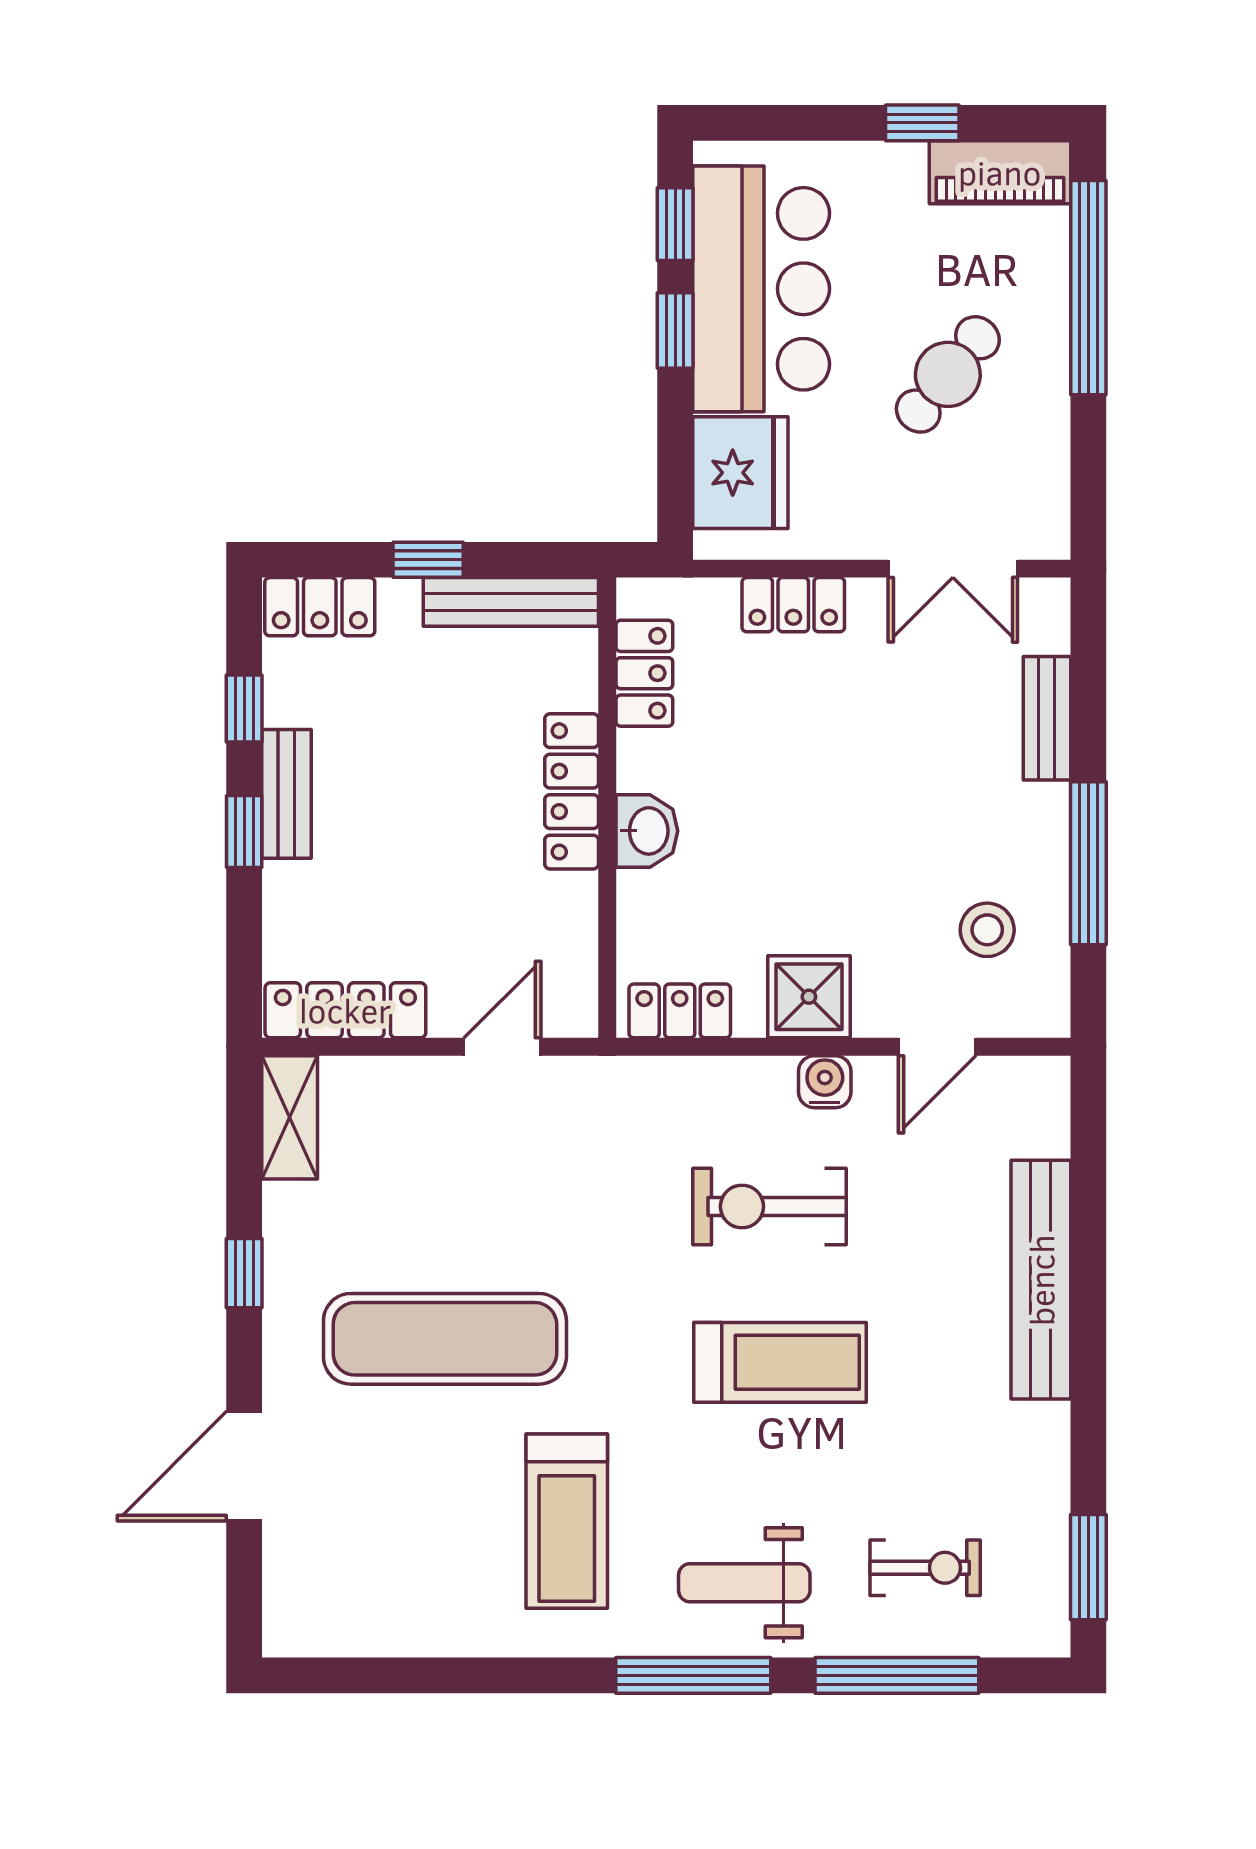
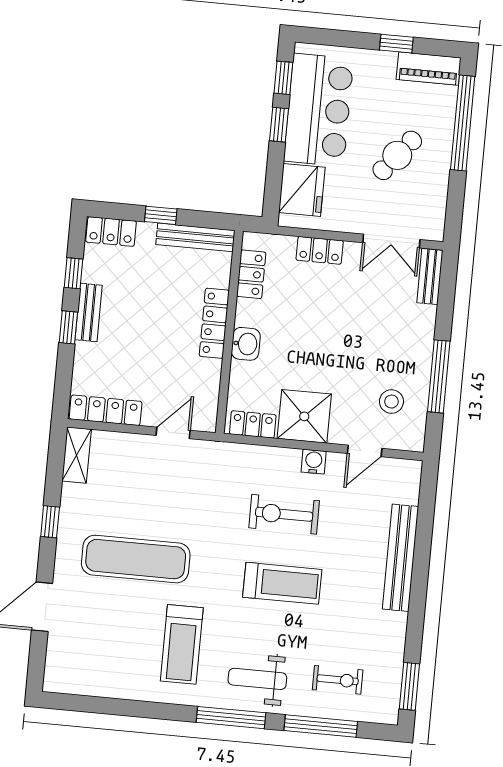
bench: (1047, 718) -> (430, 277), moved
shower: (809, 997) -> (304, 416), width x1.36, depth x1.36

